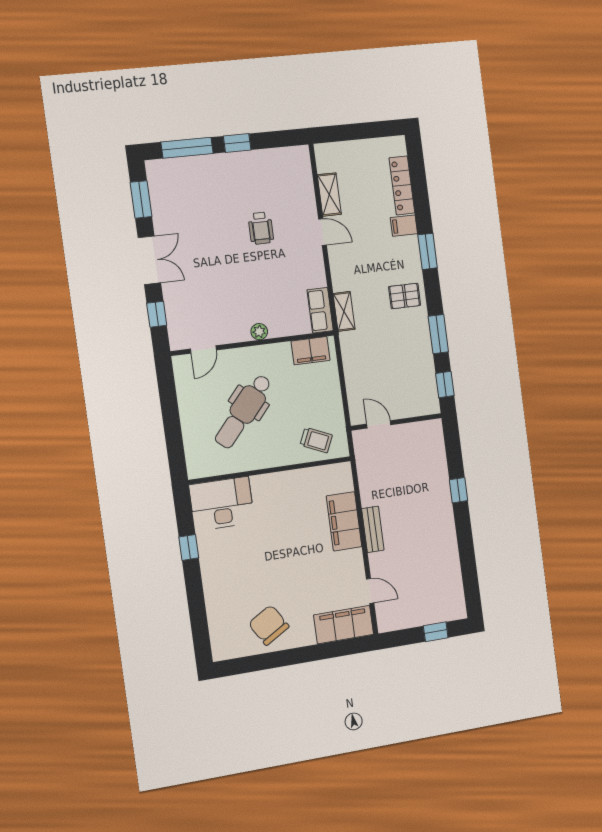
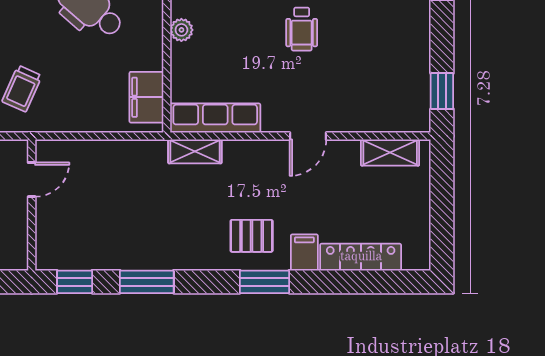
window: (237, 143) -> (442, 91), moved
shelving: (329, 194) -> (390, 153), moved
wheelchair: (261, 228) -> (302, 29), moved, turned -90
pallet: (405, 296) -> (252, 236), moved, turned 90
row of seats: (320, 310) -> (215, 118), width x1.48

